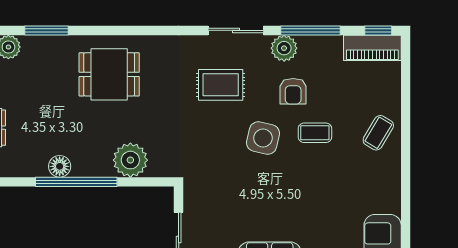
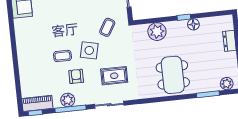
plant: (284, 48) -> (68, 100), moved
dining table: (109, 74) -> (173, 75), width x1.38
coffee table: (378, 133) -> (107, 27), moved
window: (76, 182) -> (184, 17), width x0.32

